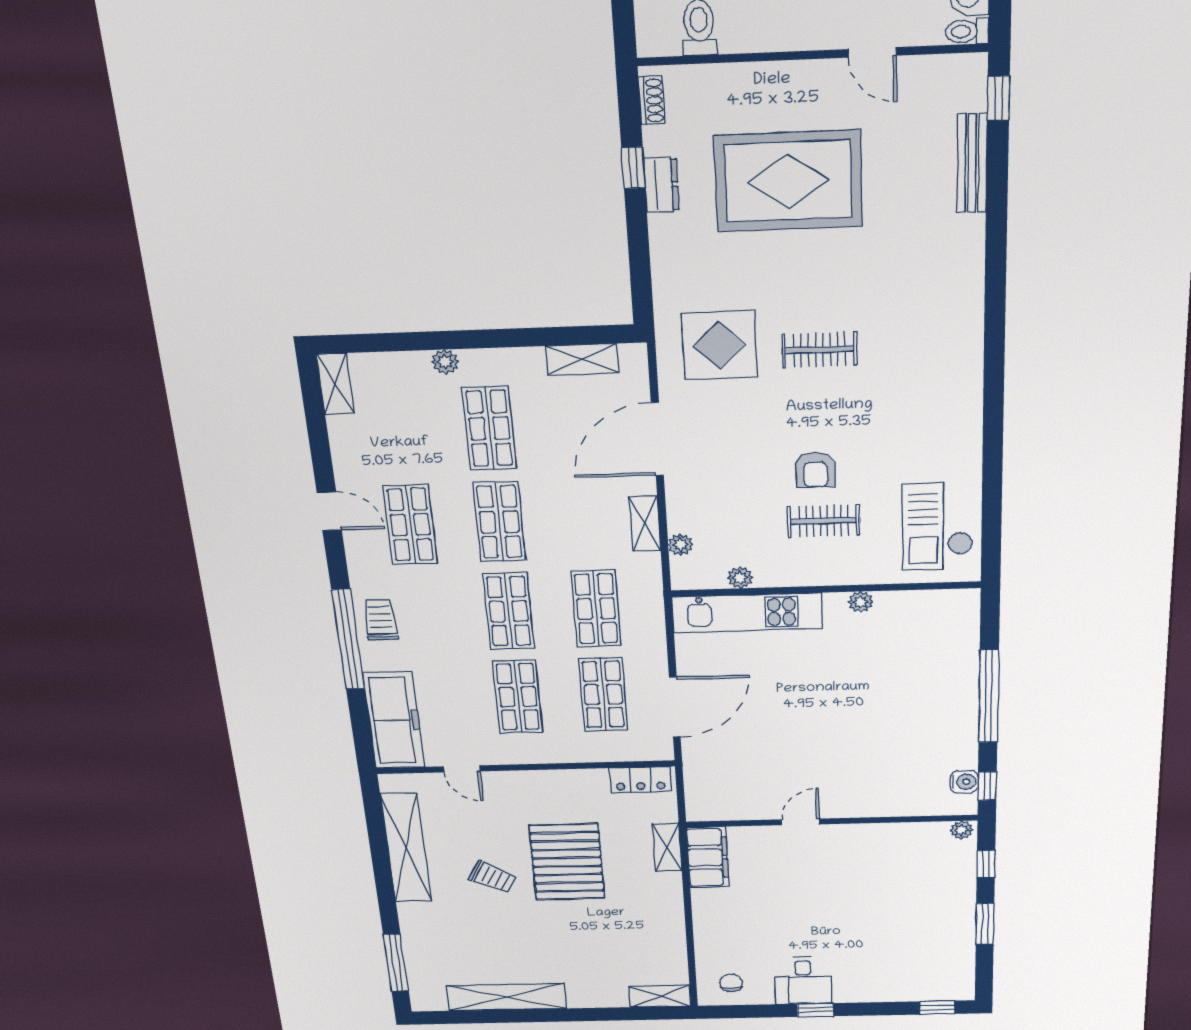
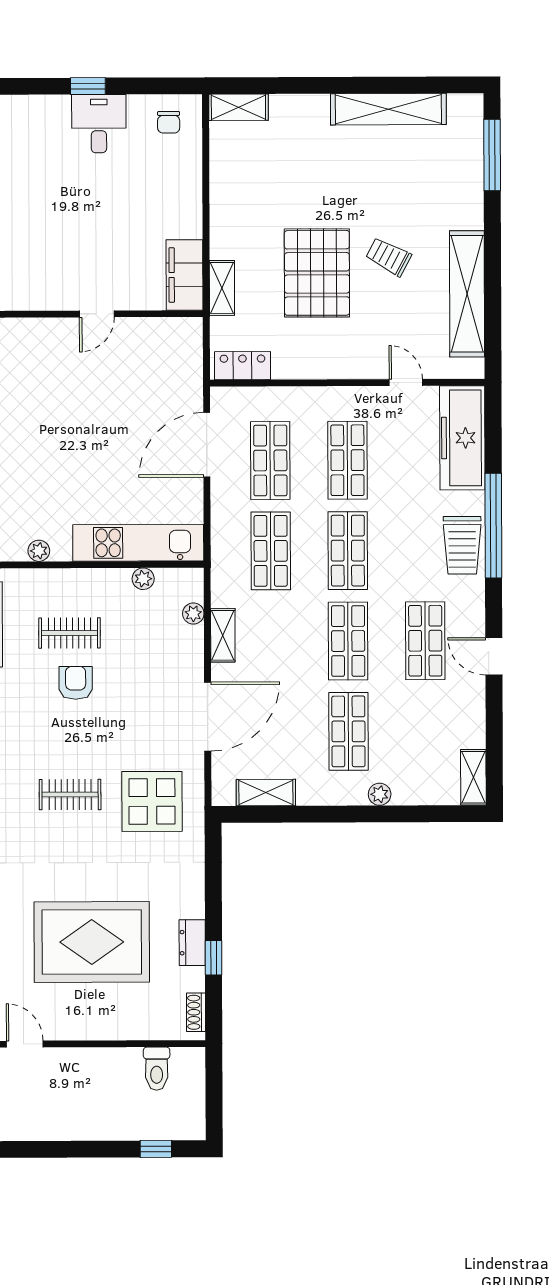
trolley: (380, 620) -> (462, 545), width x1.36, depth x1.39

